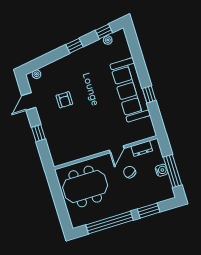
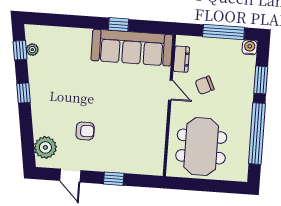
plant: (37, 74) -> (45, 147), width x1.88, depth x1.88
sofa: (130, 90) -> (132, 48), moved
water cooler: (162, 170) -> (250, 47), moved

